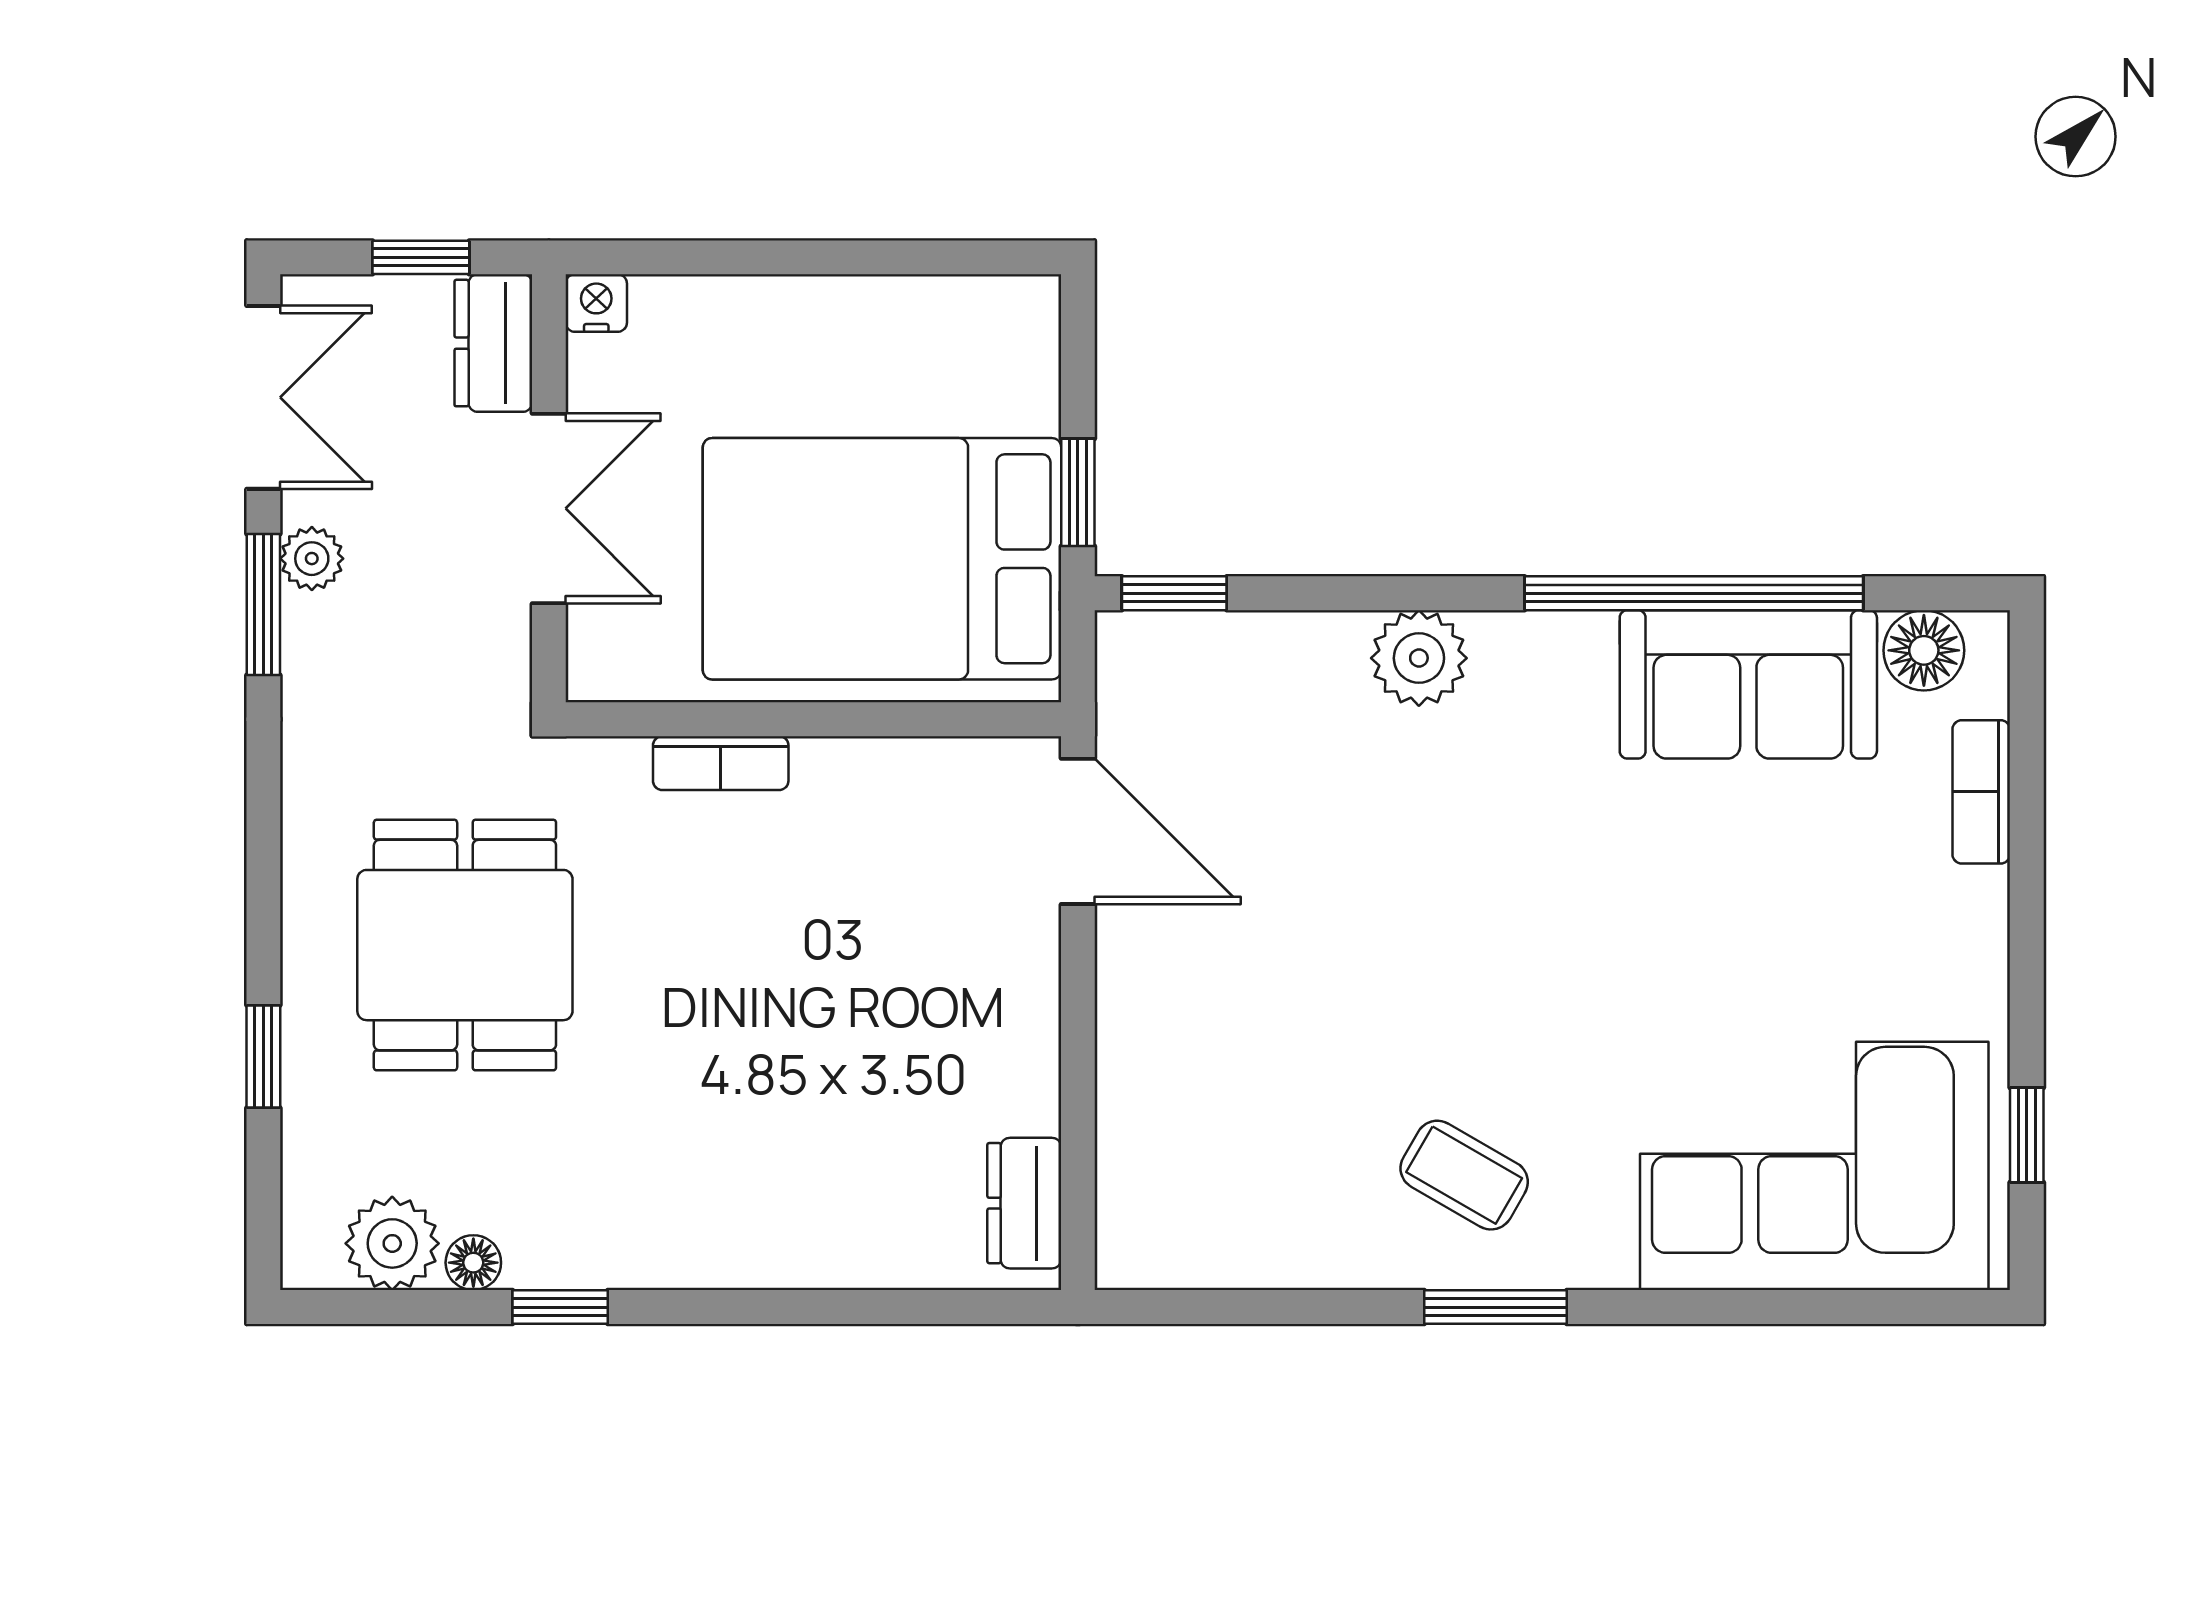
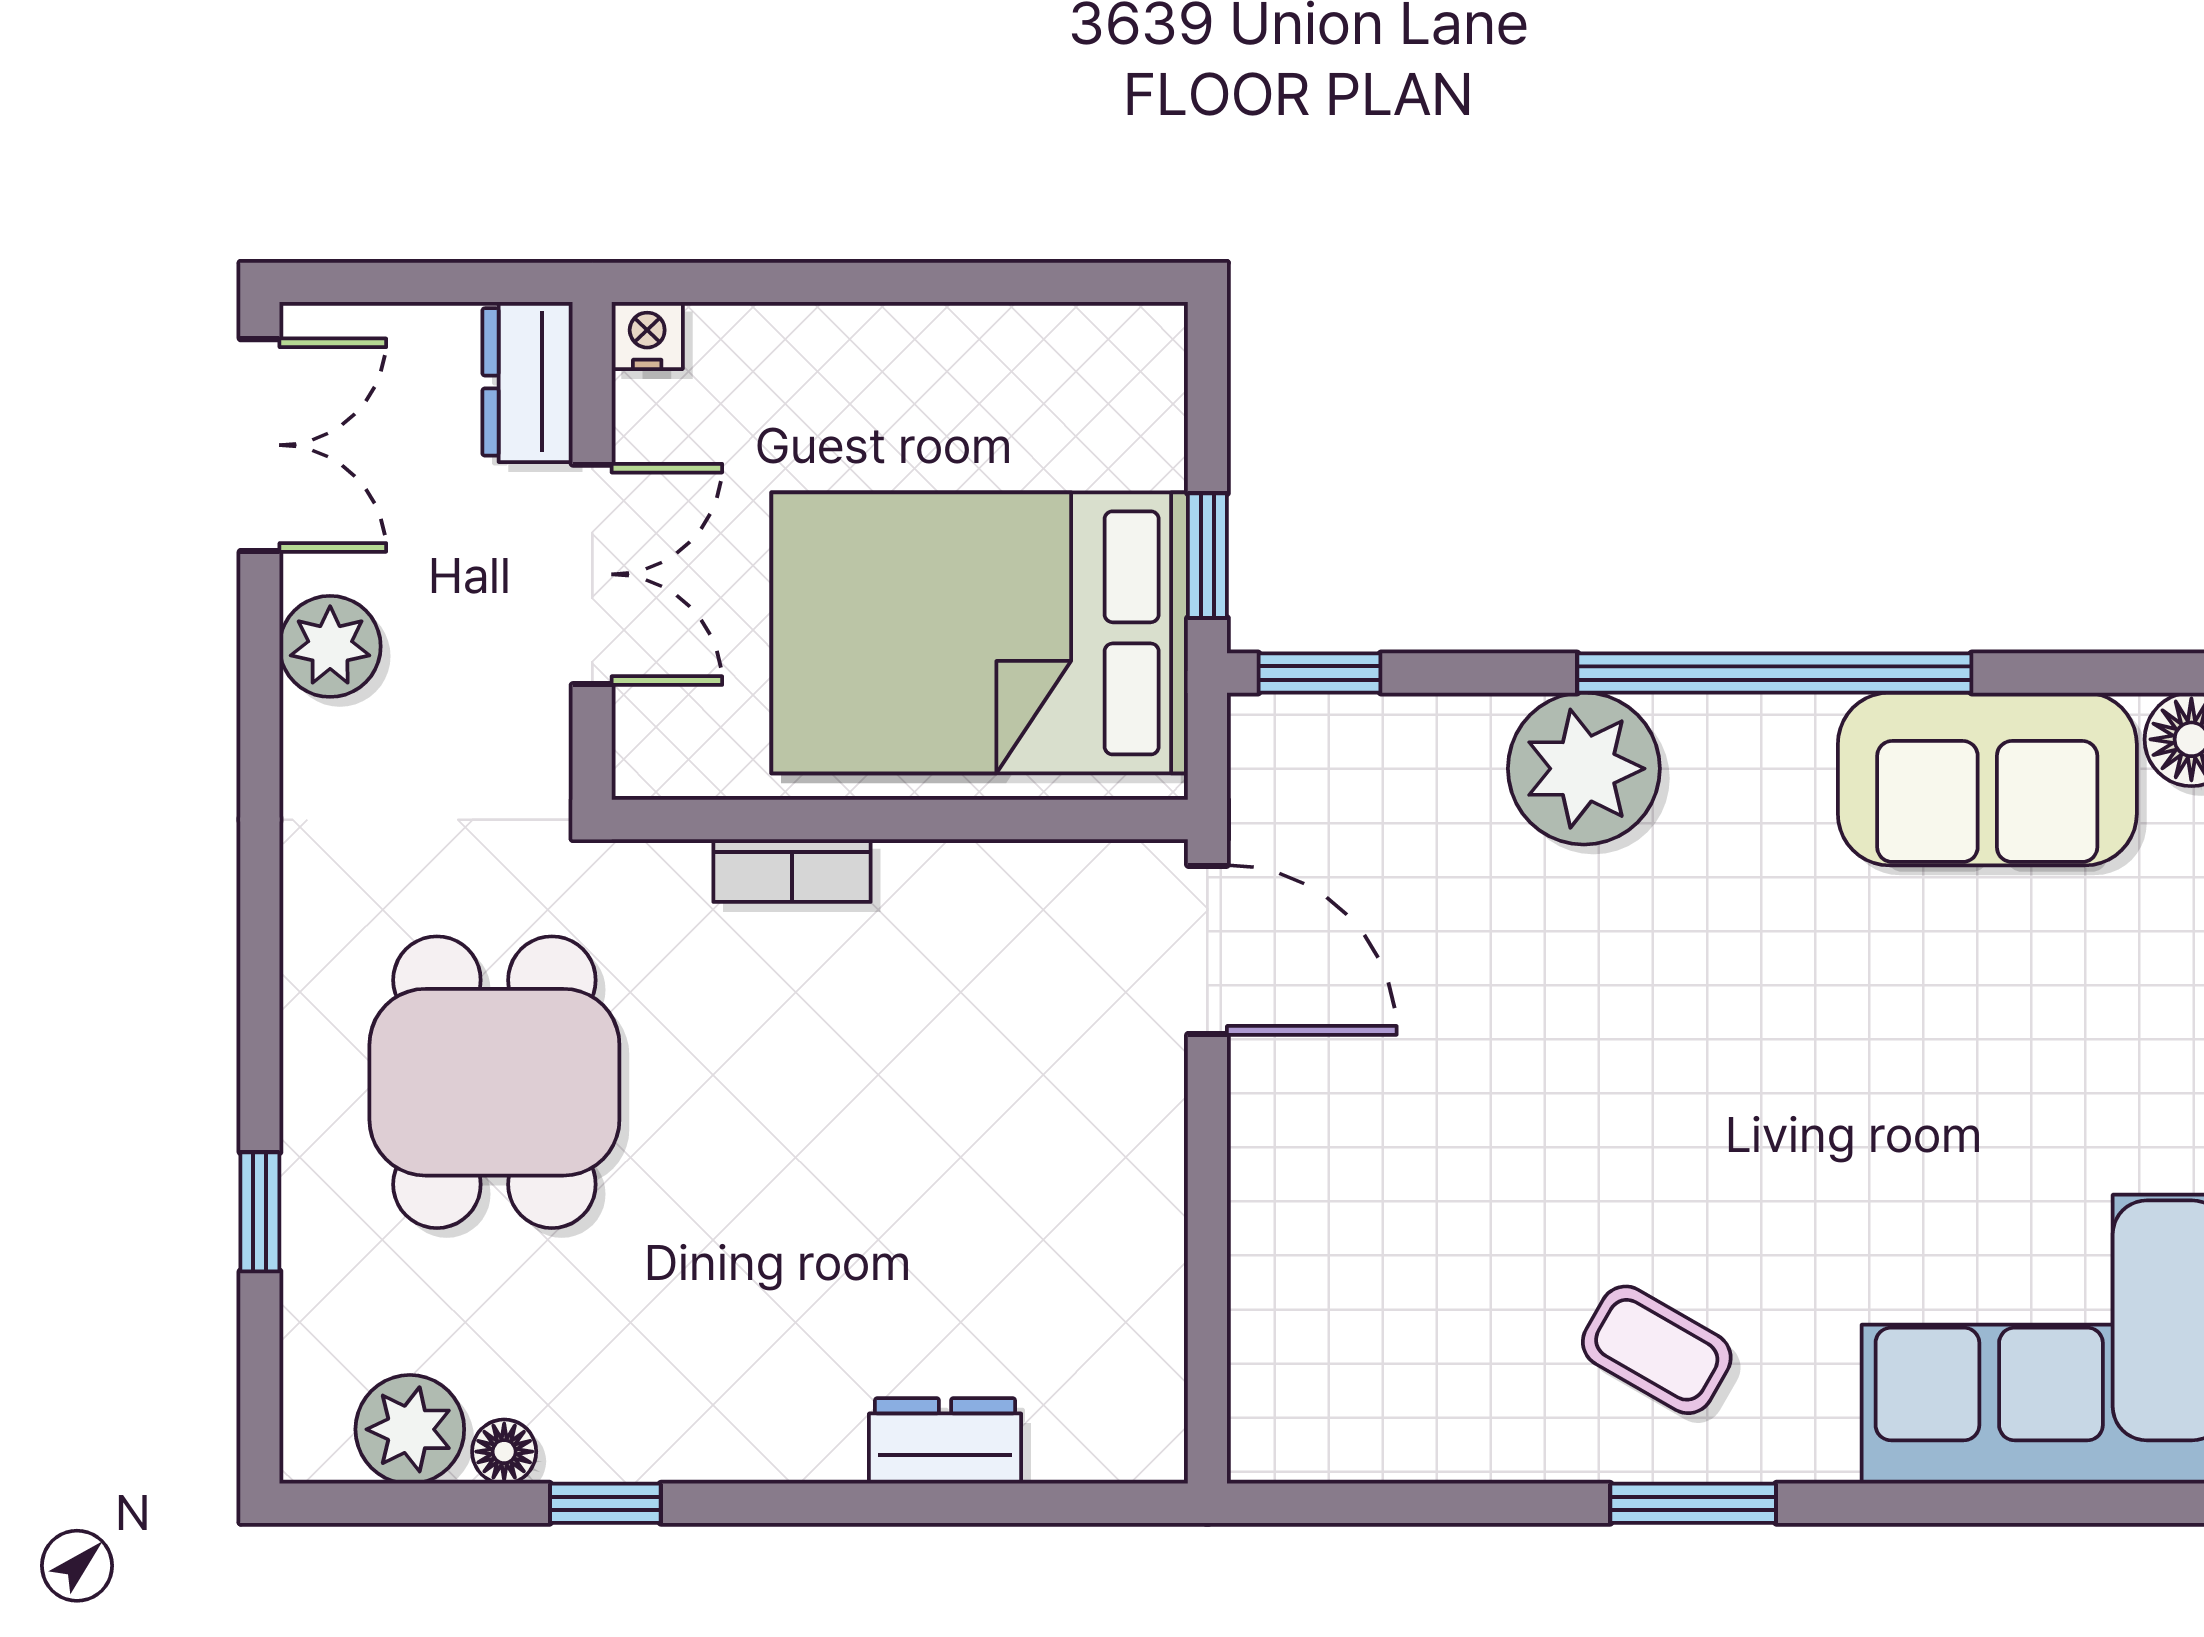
window: (421, 257) -> (443, 282), removed
plant: (312, 559) -> (330, 646), width x1.38, depth x1.38
window: (1694, 593) -> (1774, 673), moved
window: (263, 605) -> (260, 686), removed
plant: (1419, 658) -> (1584, 769), width x1.36, depth x1.36
dresser: (1024, 1203) -> (945, 1441), moved, turned 90

